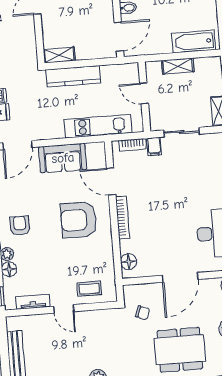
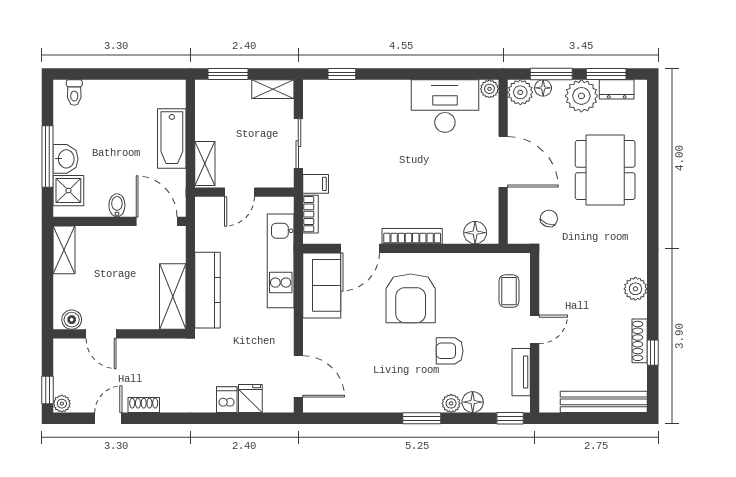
bathtub: (194, 41) -> (172, 139), moved
shelving: (59, 55) -> (173, 297), width x1.50, depth x1.33
shelving: (178, 66) -> (205, 164), moved
sofa: (63, 158) -> (322, 285), moved
armchair: (20, 226) -> (450, 351), moved

